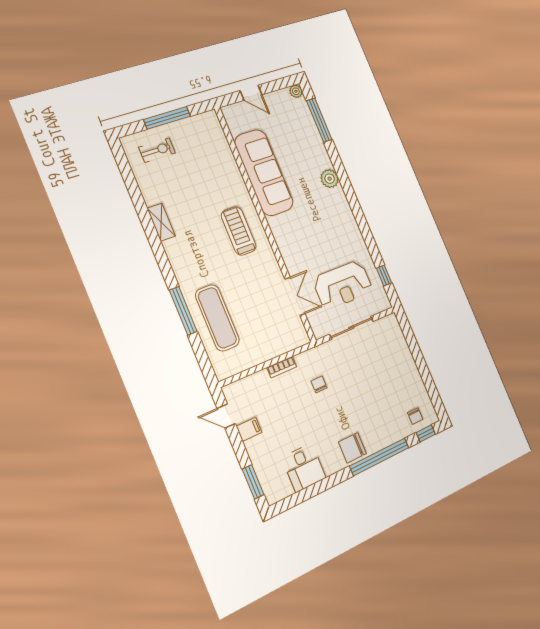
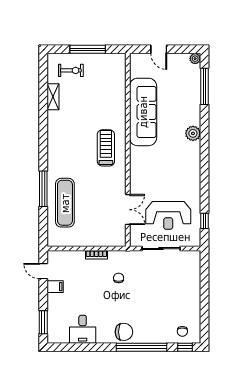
shelving: (161, 222) -> (53, 97), moved
chair: (352, 448) -> (124, 332), turned 180

